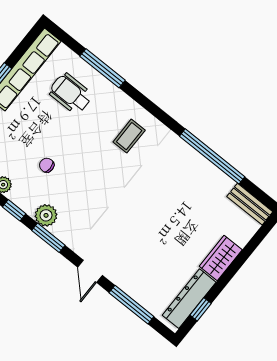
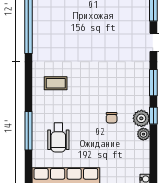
plant: (46, 215) -> (141, 118), moved

